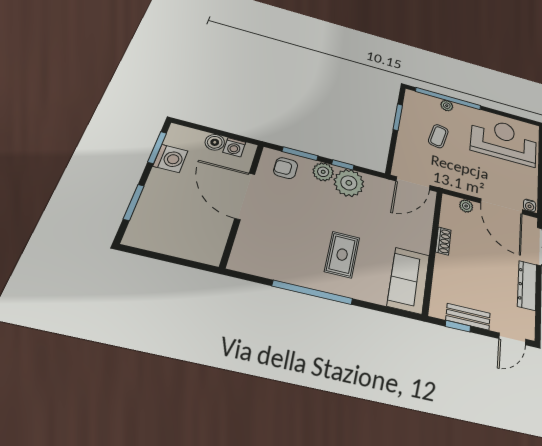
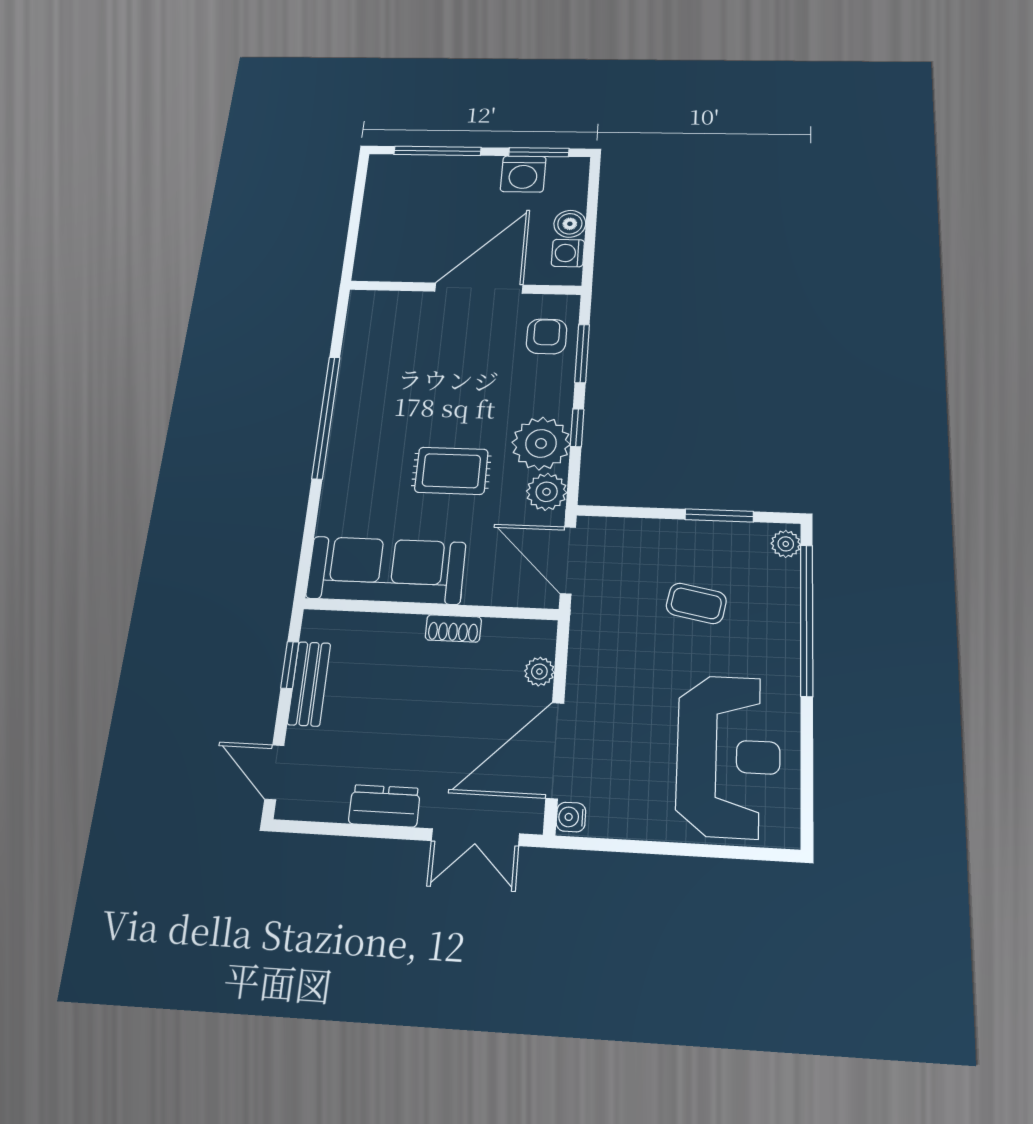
plant: (447, 106) -> (786, 544), moved
plant: (323, 172) -> (547, 492), moved
window: (134, 202) -> (437, 151), width x1.44
rug: (342, 255) -> (451, 471), moved
sofa: (409, 280) -> (386, 570), width x1.36
dresser: (527, 285) -> (384, 806), width x0.70

